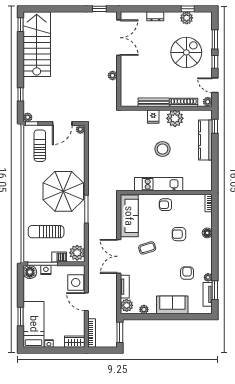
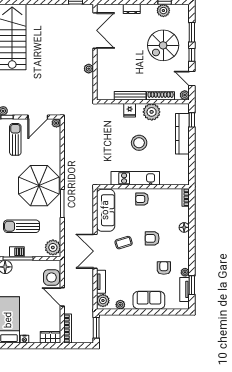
spiral stairs: (186, 52) -> (163, 45), turned 180
armchair: (179, 234) -> (152, 238), moved
barbecue: (59, 257) -> (17, 252), moved
nightstand: (46, 270) -> (21, 265), removed

